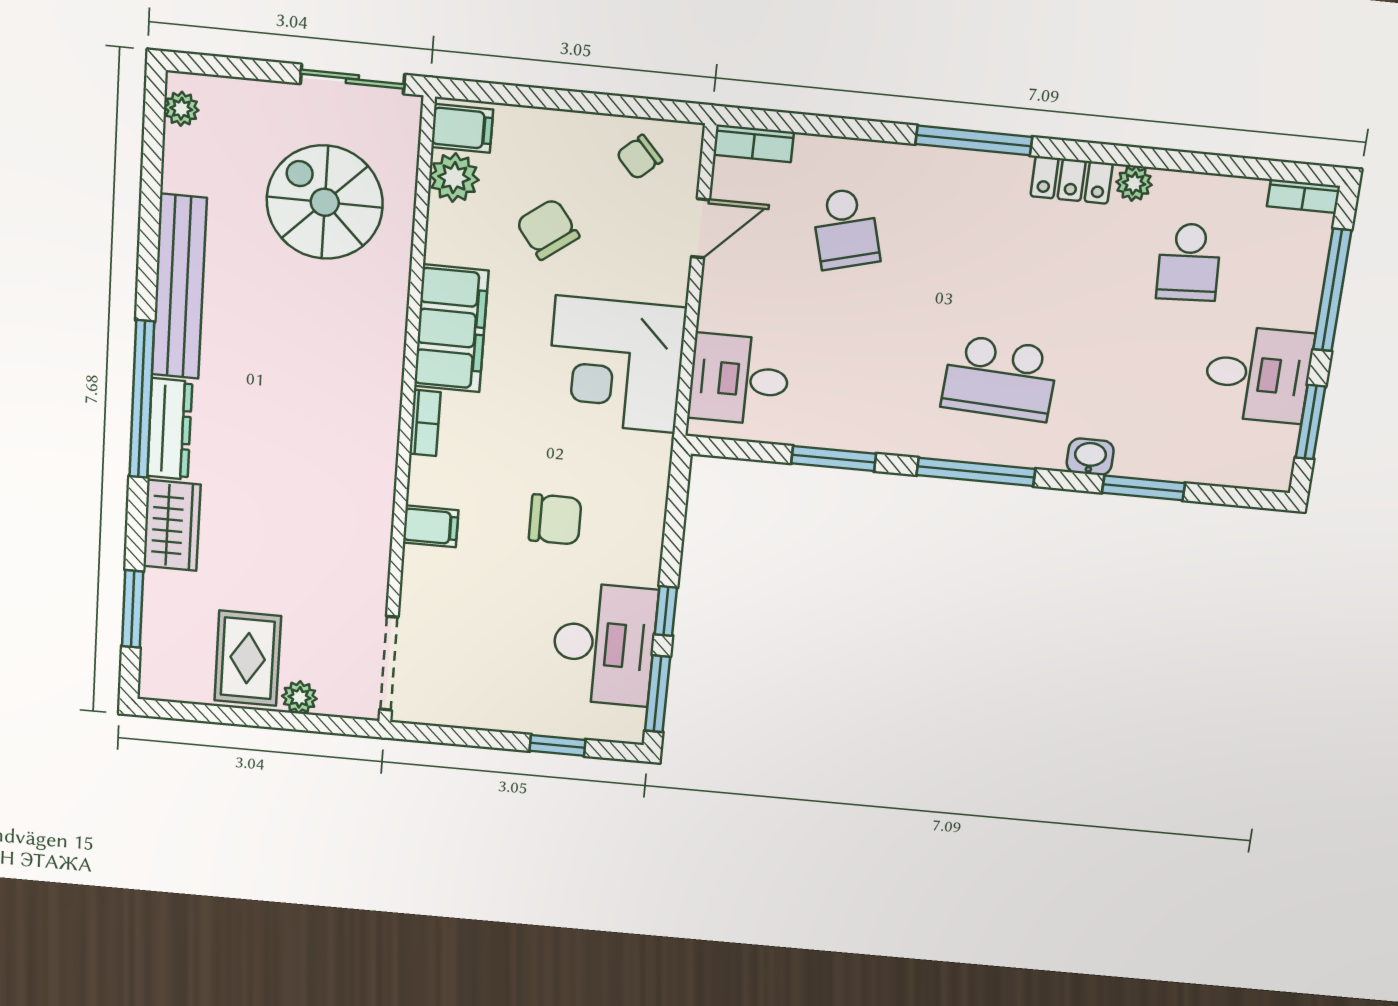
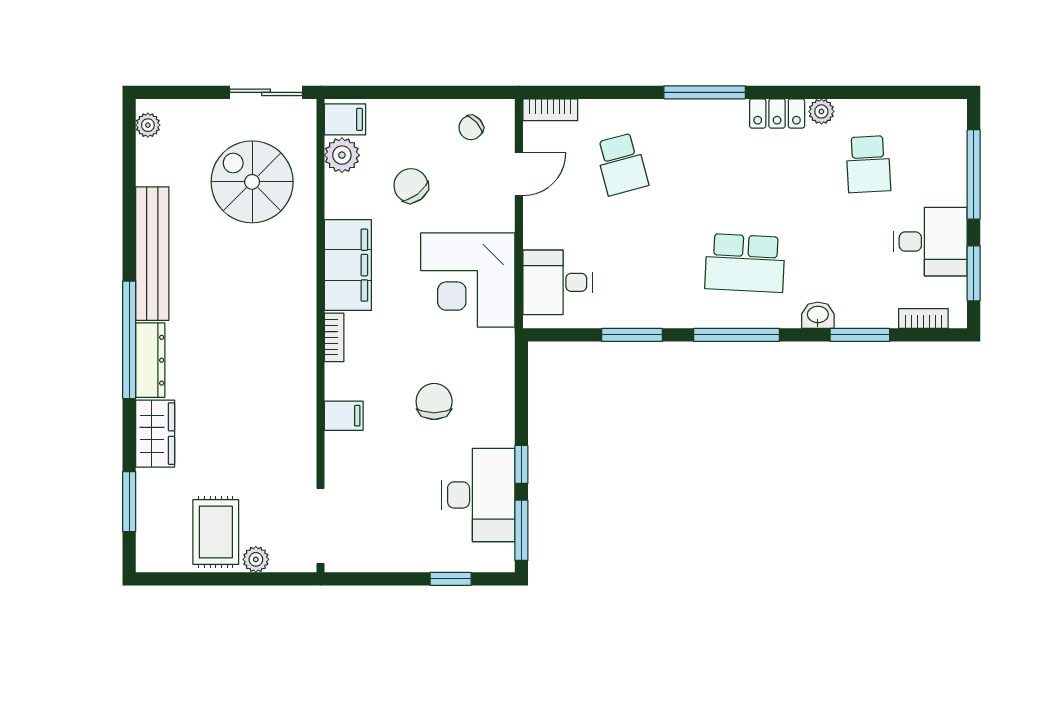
bookcase: (1303, 196) -> (923, 319), moved, turned 180
chair: (555, 519) -> (434, 401), turned -90

